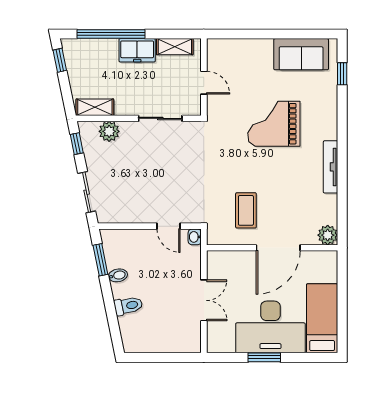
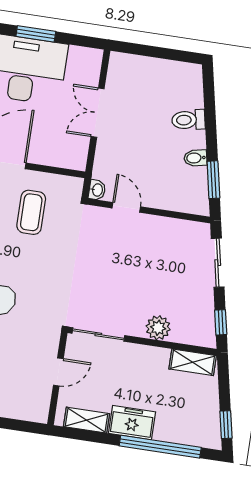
door: (204, 83) -> (58, 372), swing flipped
sliding door: (160, 118) -> (98, 334), moved
plant: (109, 131) -> (158, 328), moved

